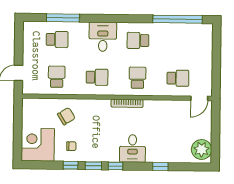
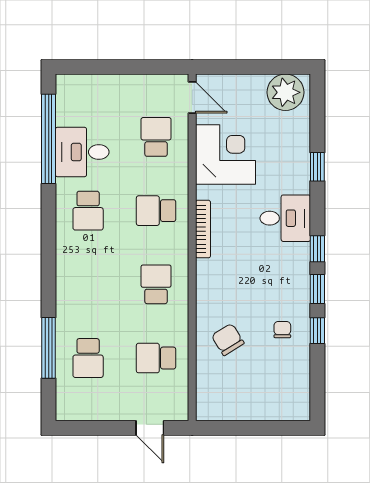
desk: (103, 37) -> (82, 152), moved
school desk: (57, 39) -> (88, 358), turned 180
corner desk: (38, 145) -> (226, 154), moved, turned 180

